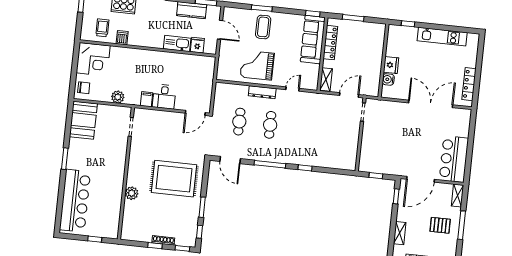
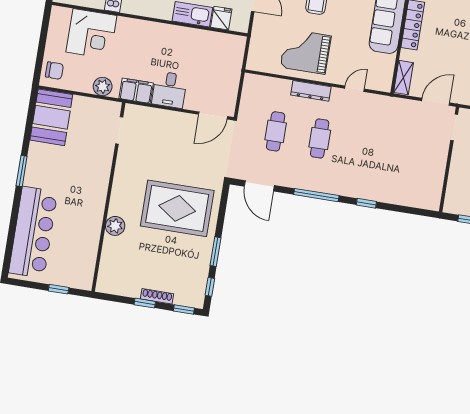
corner desk: (93, 59) -> (91, 34), moved
filing cabinet: (147, 99) -> (136, 91), width x2.00

